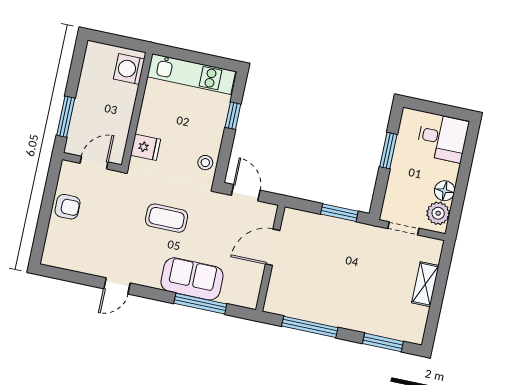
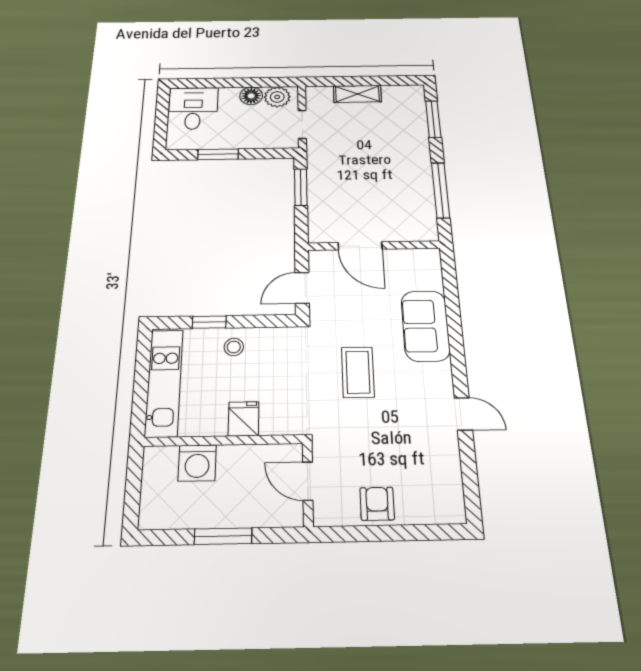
washing machine: (129, 69) -> (197, 463), moved
window: (66, 117) -> (223, 536), moved
fridge: (146, 147) -> (244, 419), moved
stool: (205, 163) -> (234, 347), moved
window: (200, 304) -> (453, 310), removed

